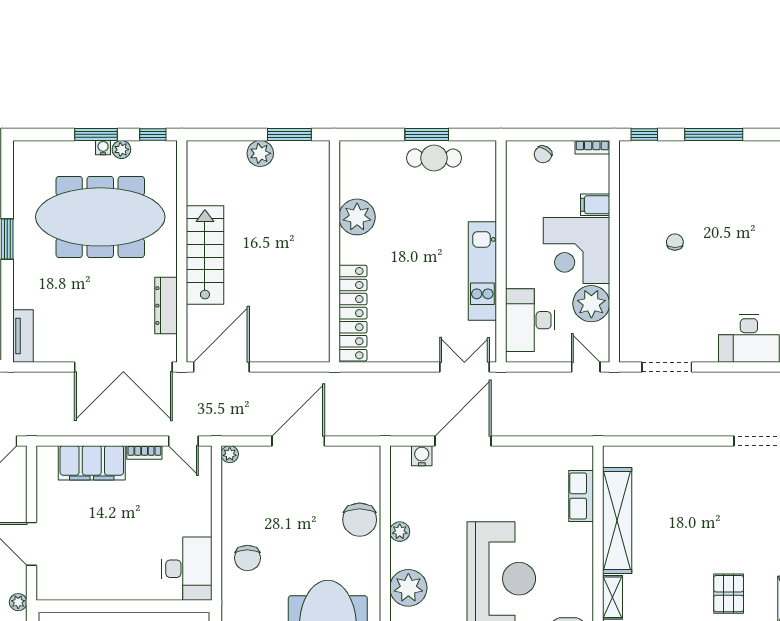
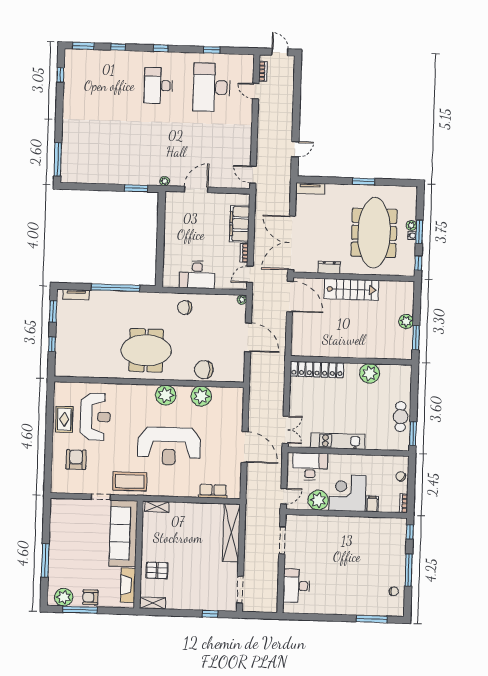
window: (427, 134) -> (413, 433), moved
plant: (121, 149) -> (411, 225), moved
chair: (675, 242) -> (394, 591), moved
dresser: (166, 306) -> (329, 267), width x0.70
door: (463, 441) -> (245, 447), moved
water cooler: (422, 456) -> (238, 405), removed
shelving: (617, 521) -> (231, 533), moved, turned 90
plant: (400, 532) -> (201, 396), width x1.88, depth x1.88
desk: (187, 569) -> (197, 275), moved

